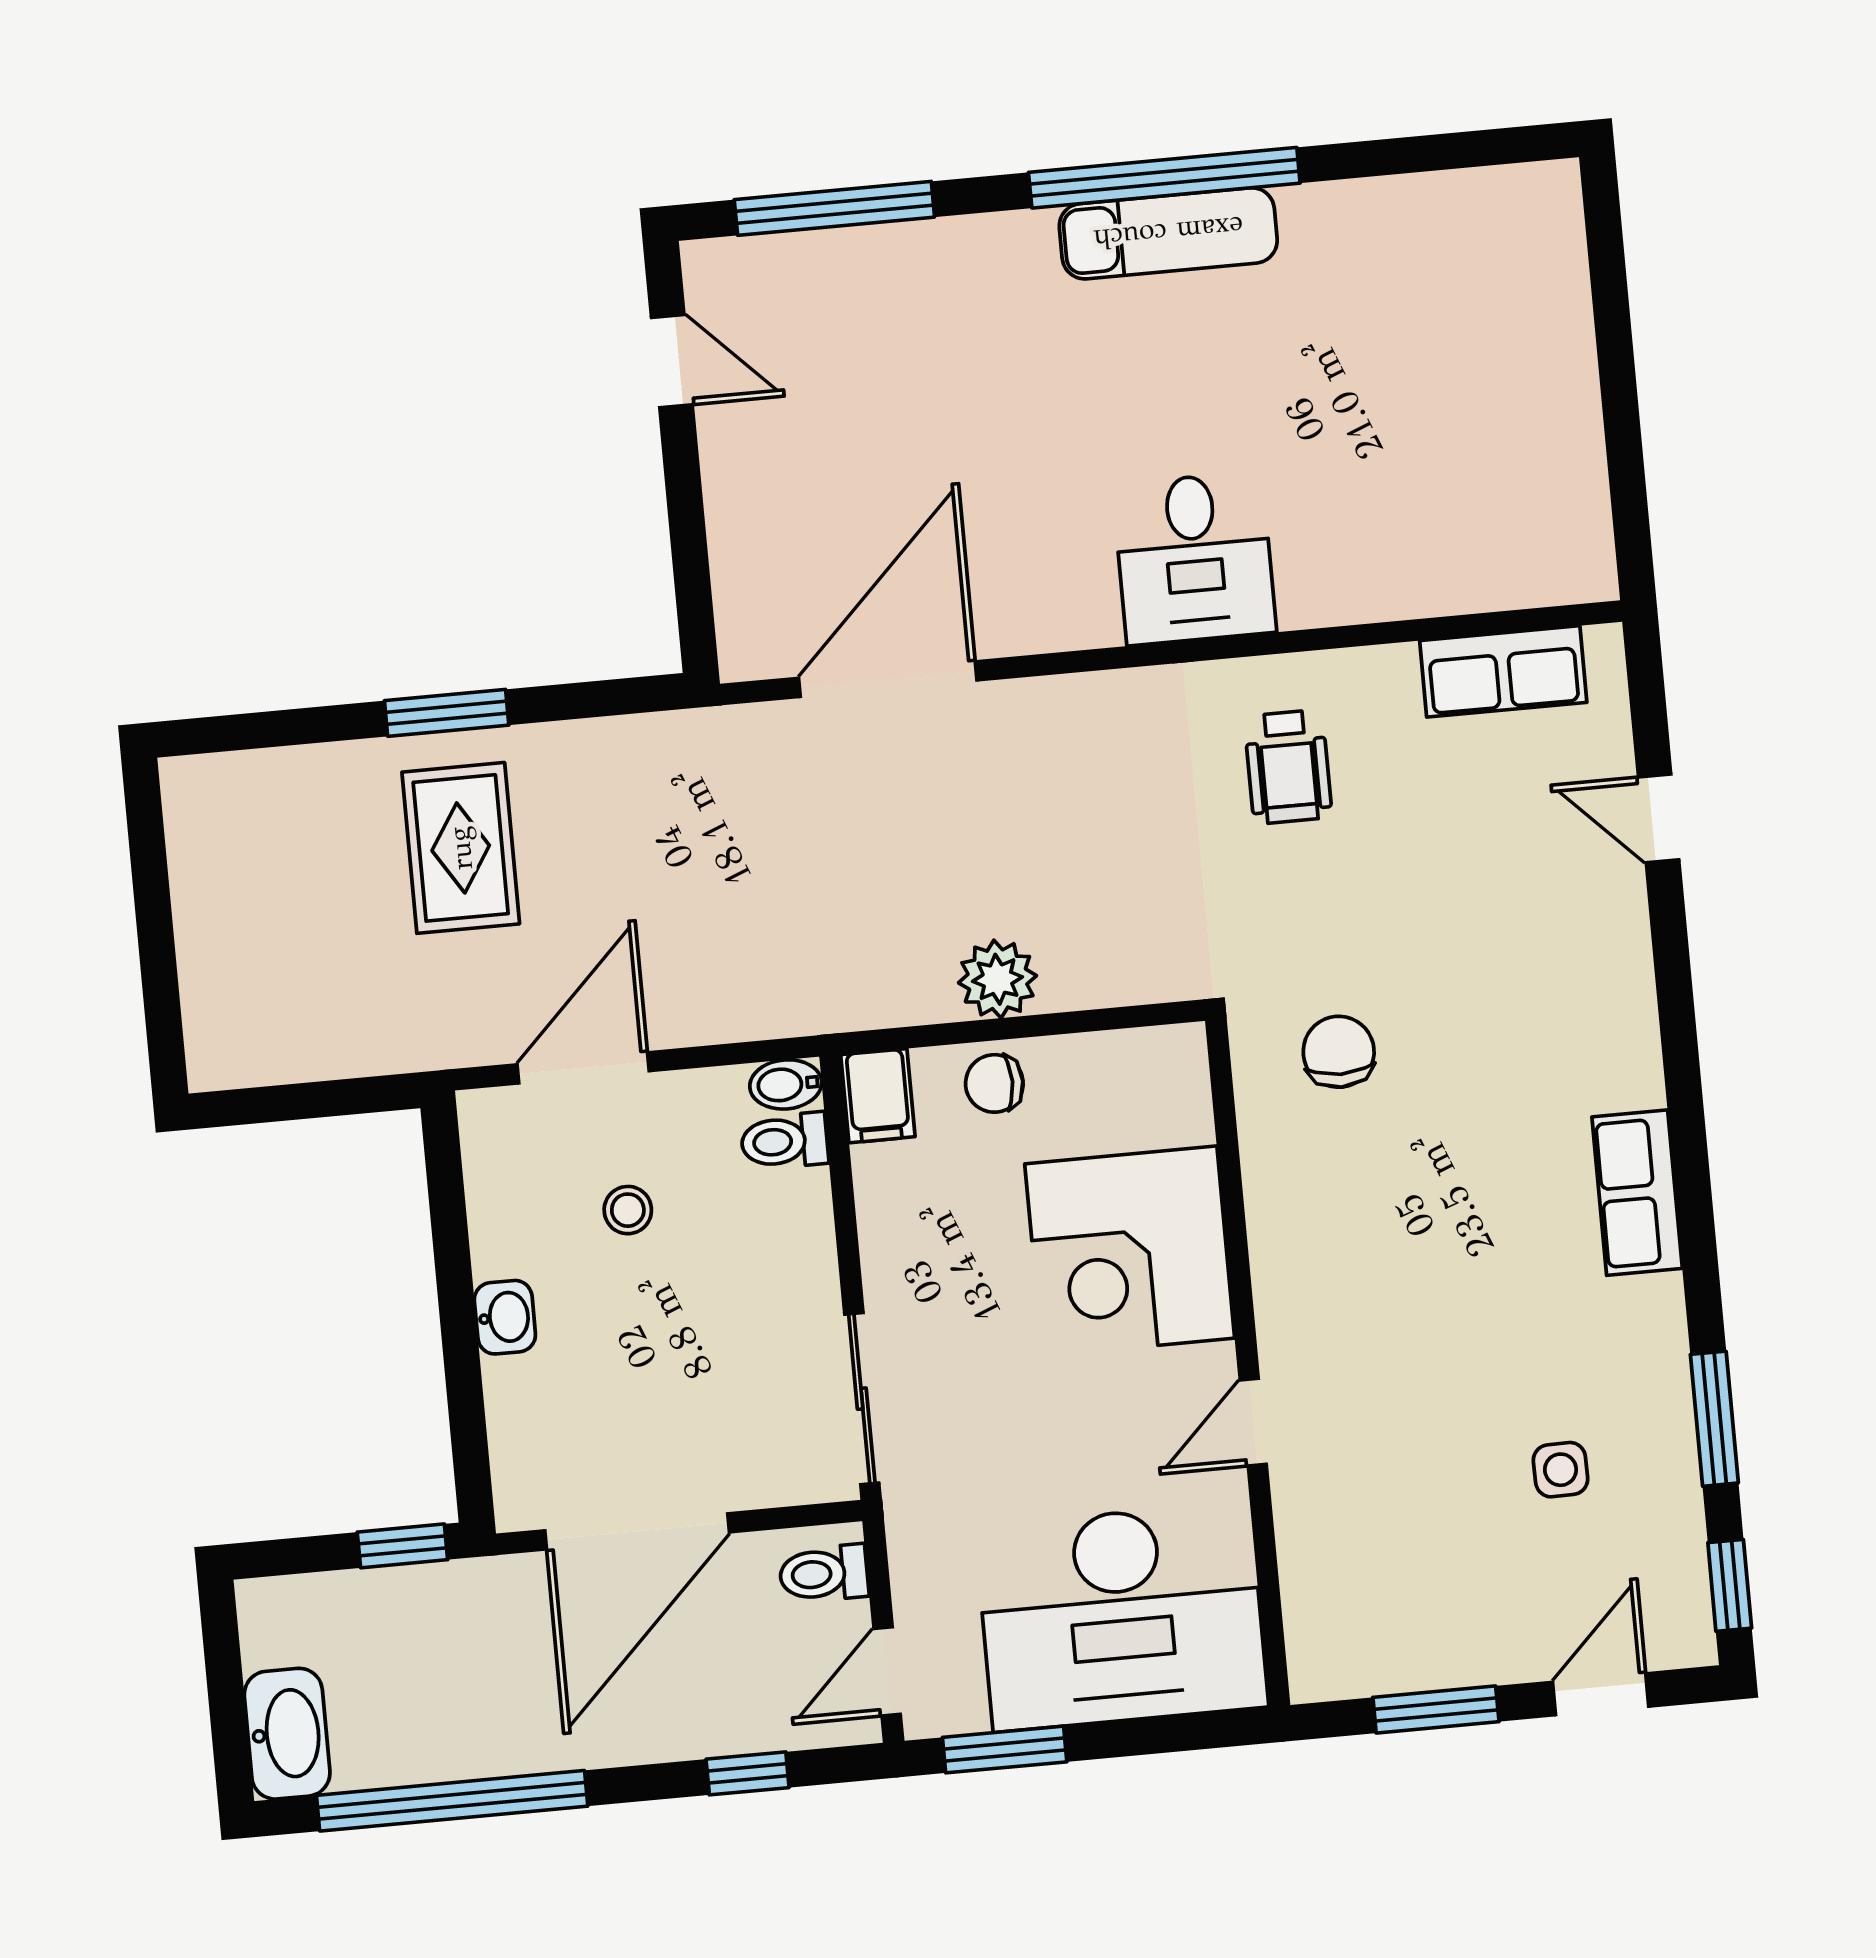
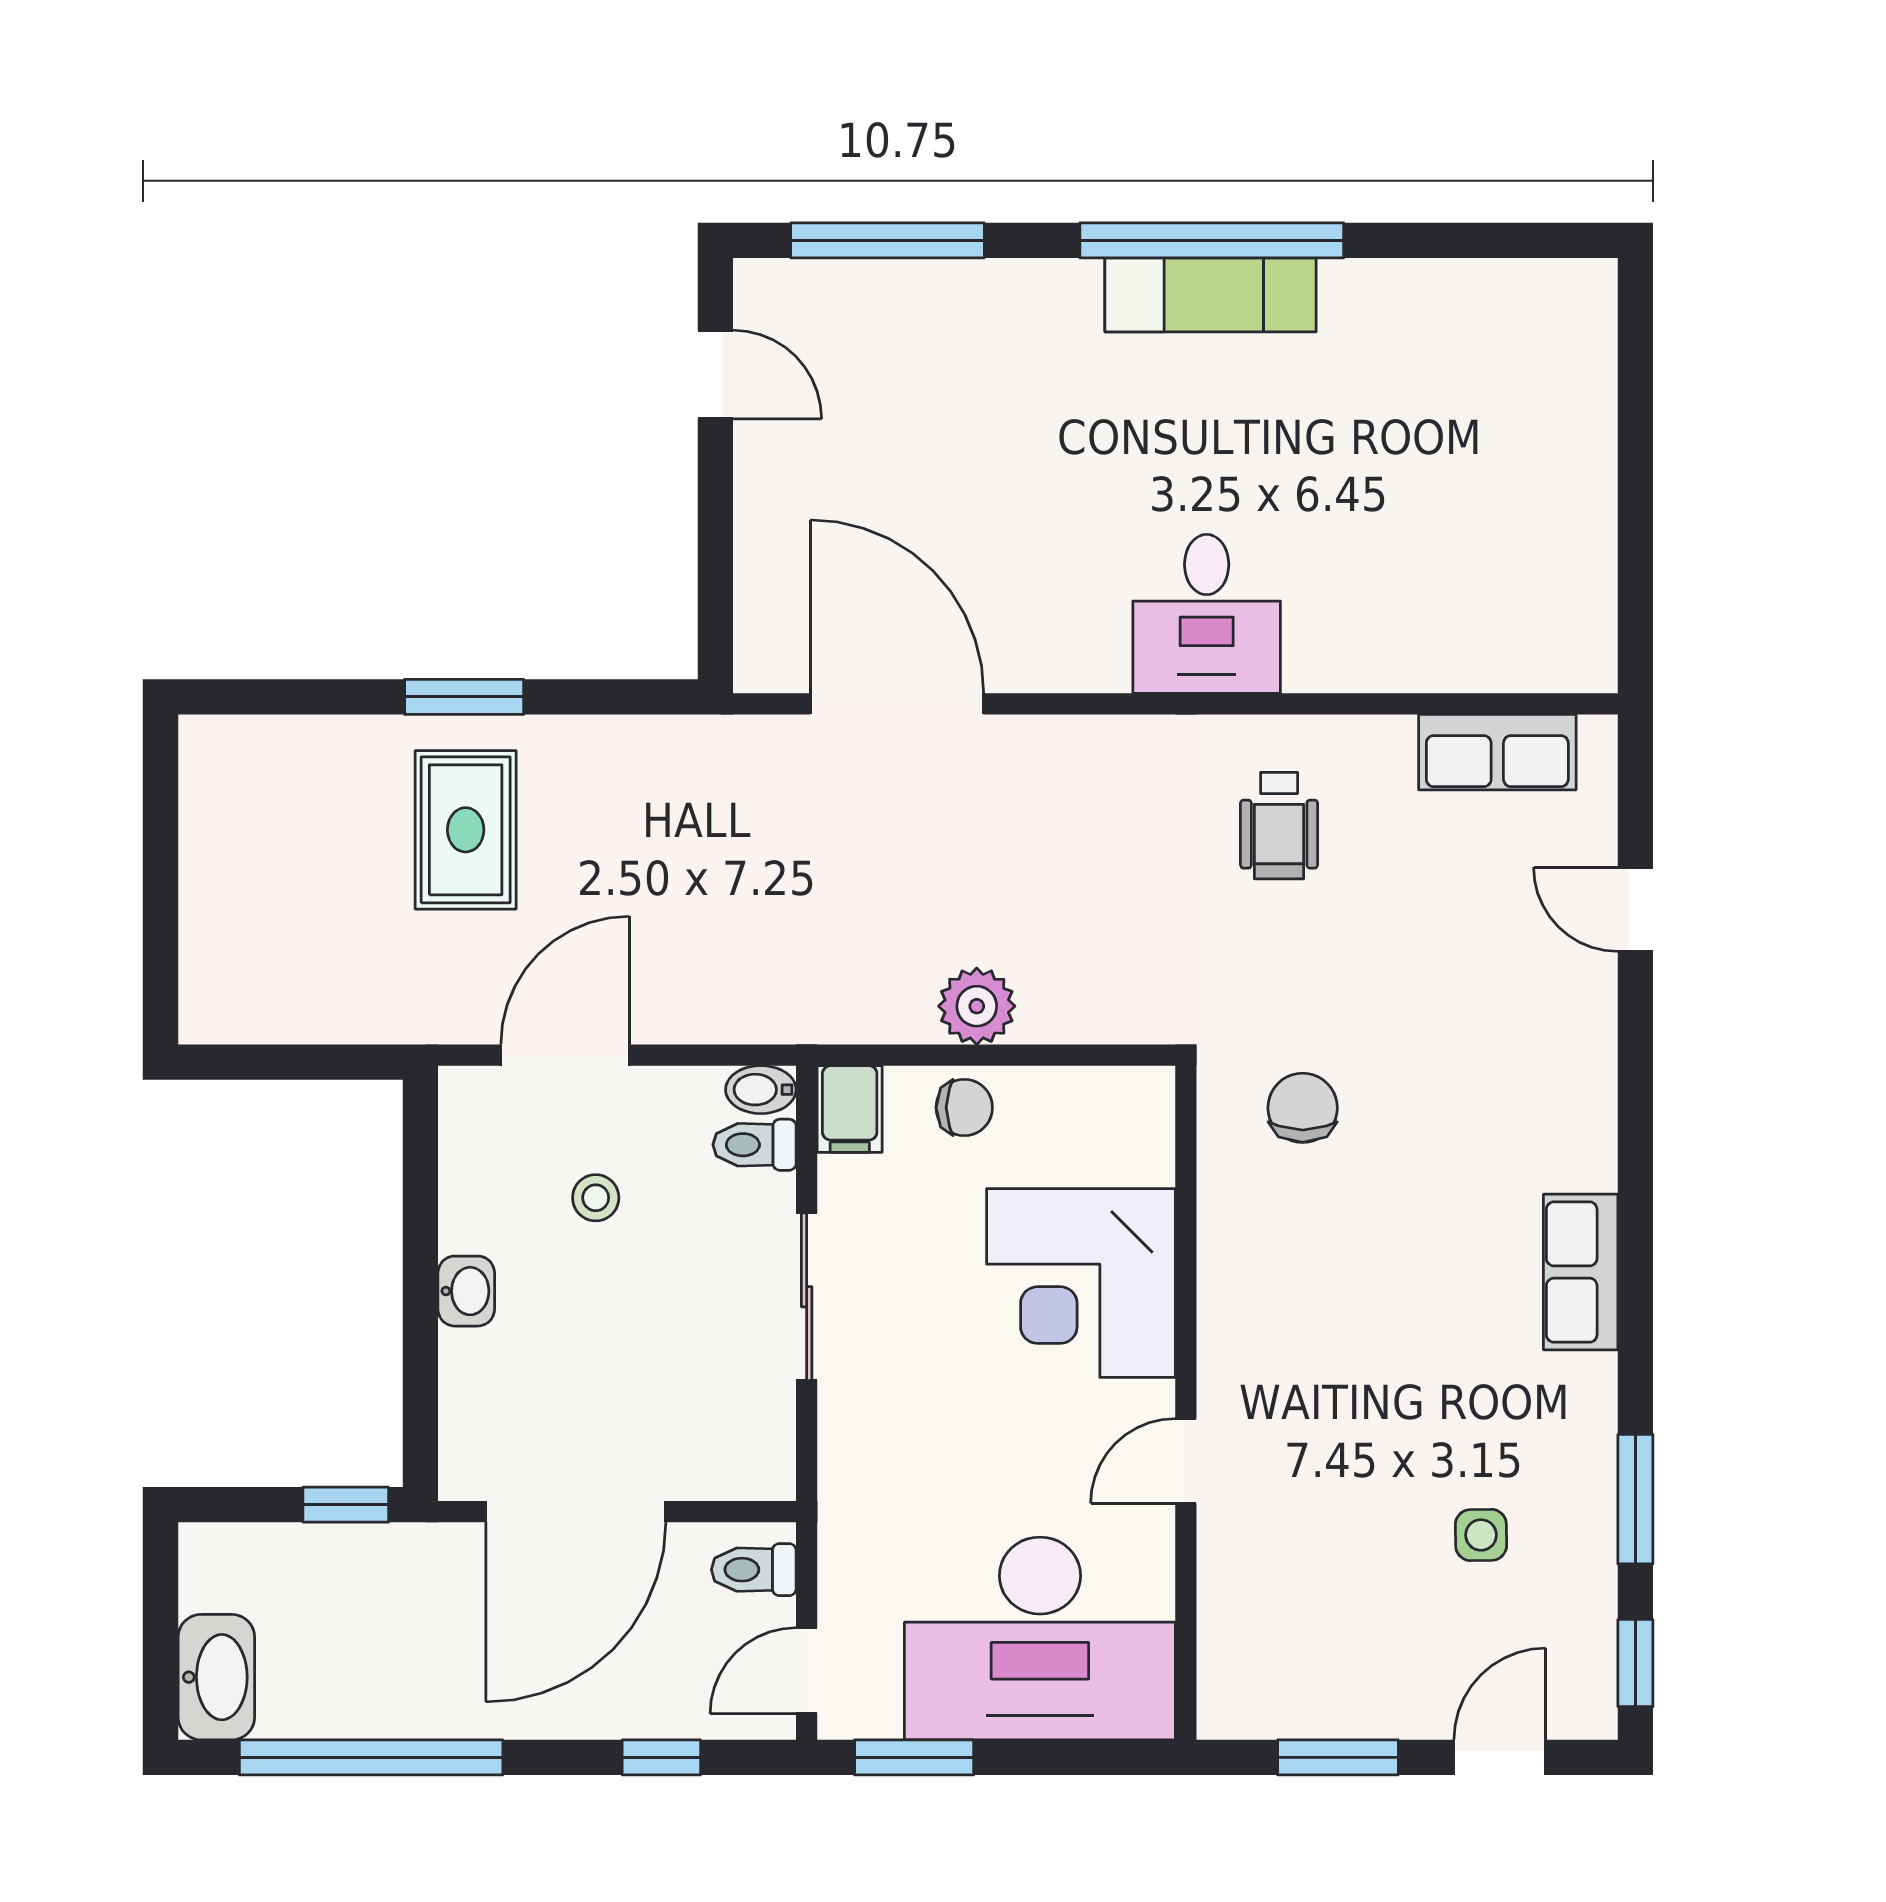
door: (888, 679) -> (897, 704), hinge flipped
chair: (994, 1083) -> (964, 1107), turned 180
sliding door: (862, 1399) -> (807, 1297), moved

